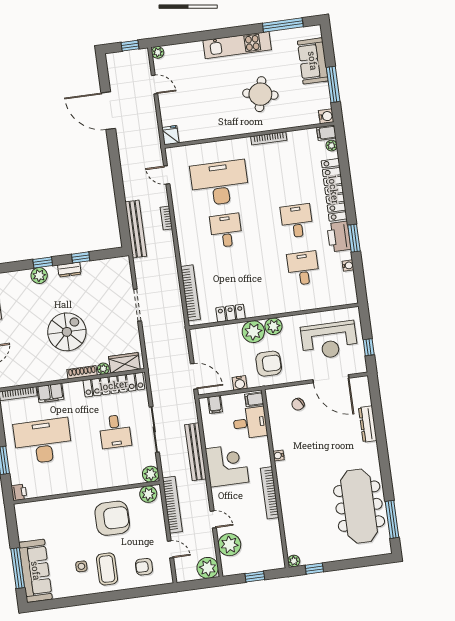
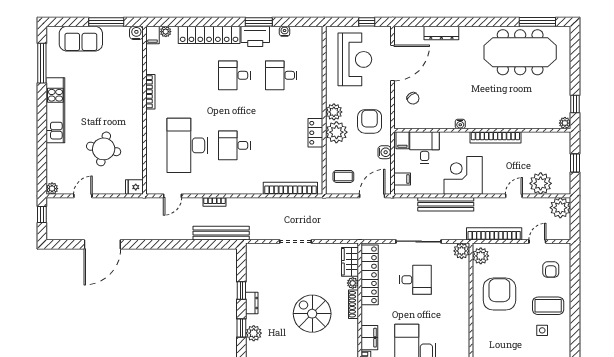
round table: (260, 94) -> (104, 149), moved
locker: (231, 313) -> (315, 133), moved
coffee table: (210, 345) -> (343, 176), added

